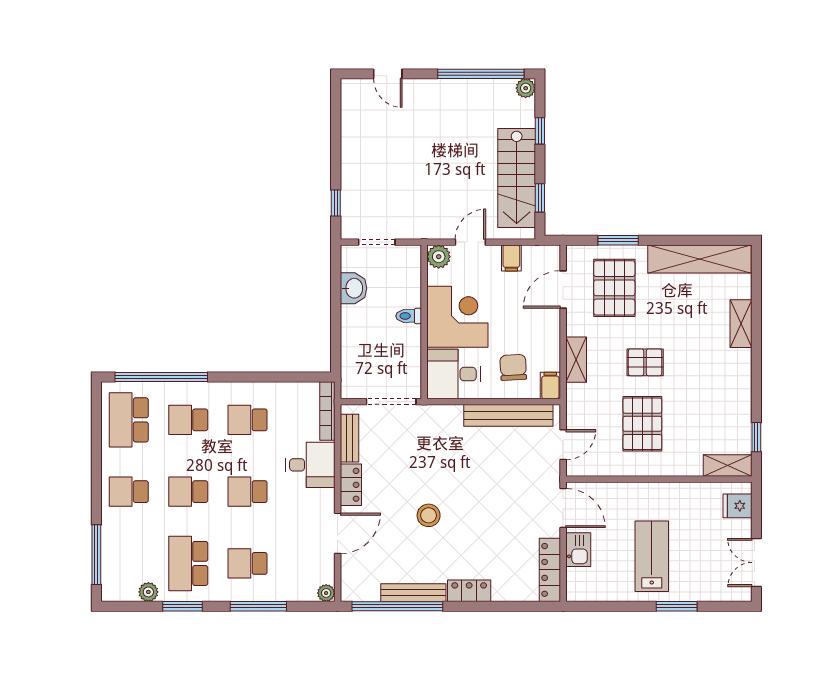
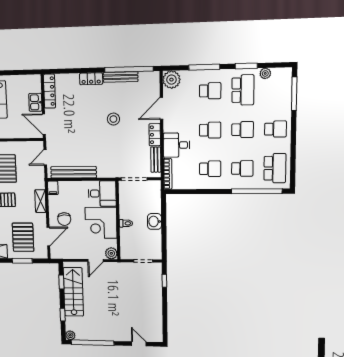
filing cabinet: (511, 258) -> (75, 252), removed
washbasin: (353, 288) -> (154, 221), moved
chair: (513, 367) -> (64, 219), moved
plant: (326, 593) -> (171, 80), width x1.87, depth x1.87

